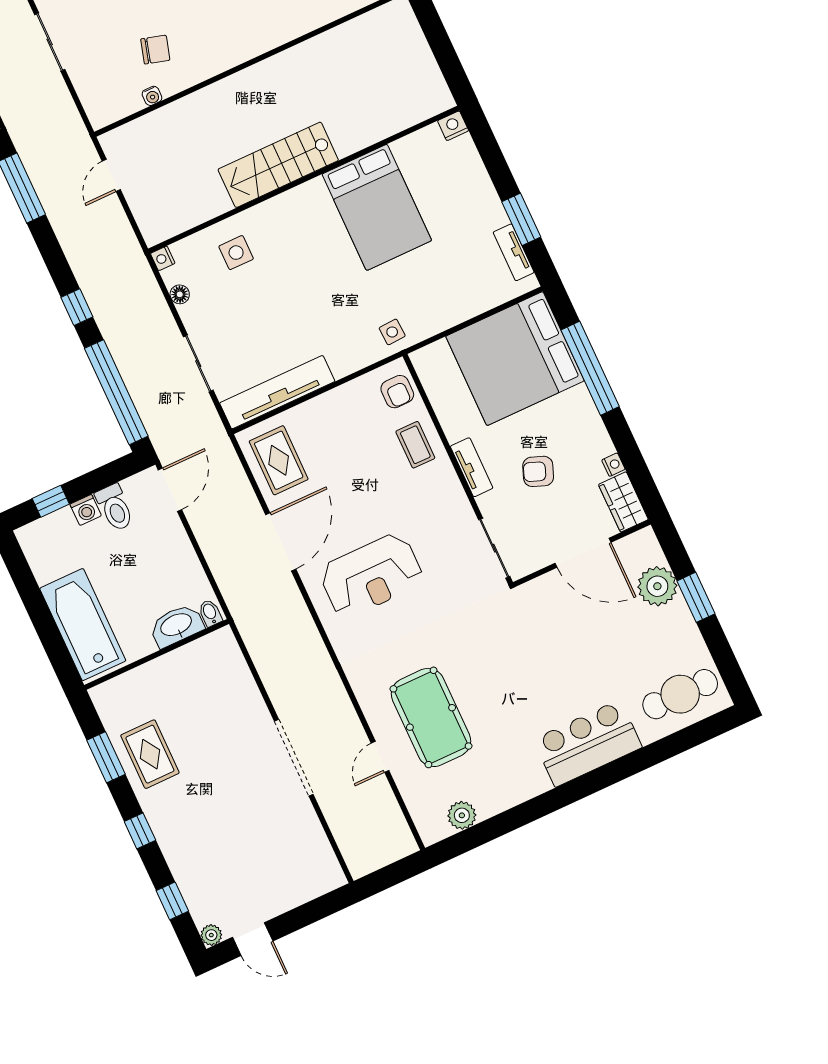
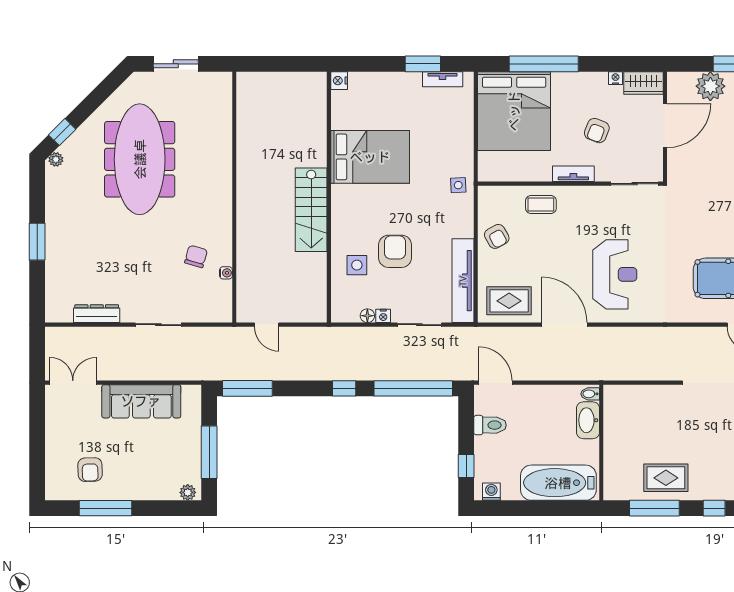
nightstand: (163, 258) -> (383, 316), moved
armchair: (275, 292) -> (395, 251), added
armchair: (397, 392) -> (497, 236), moved, turned 61
washing machine: (86, 510) -> (491, 492), moved, turned -90
window: (106, 757) -> (654, 508), width x1.44

